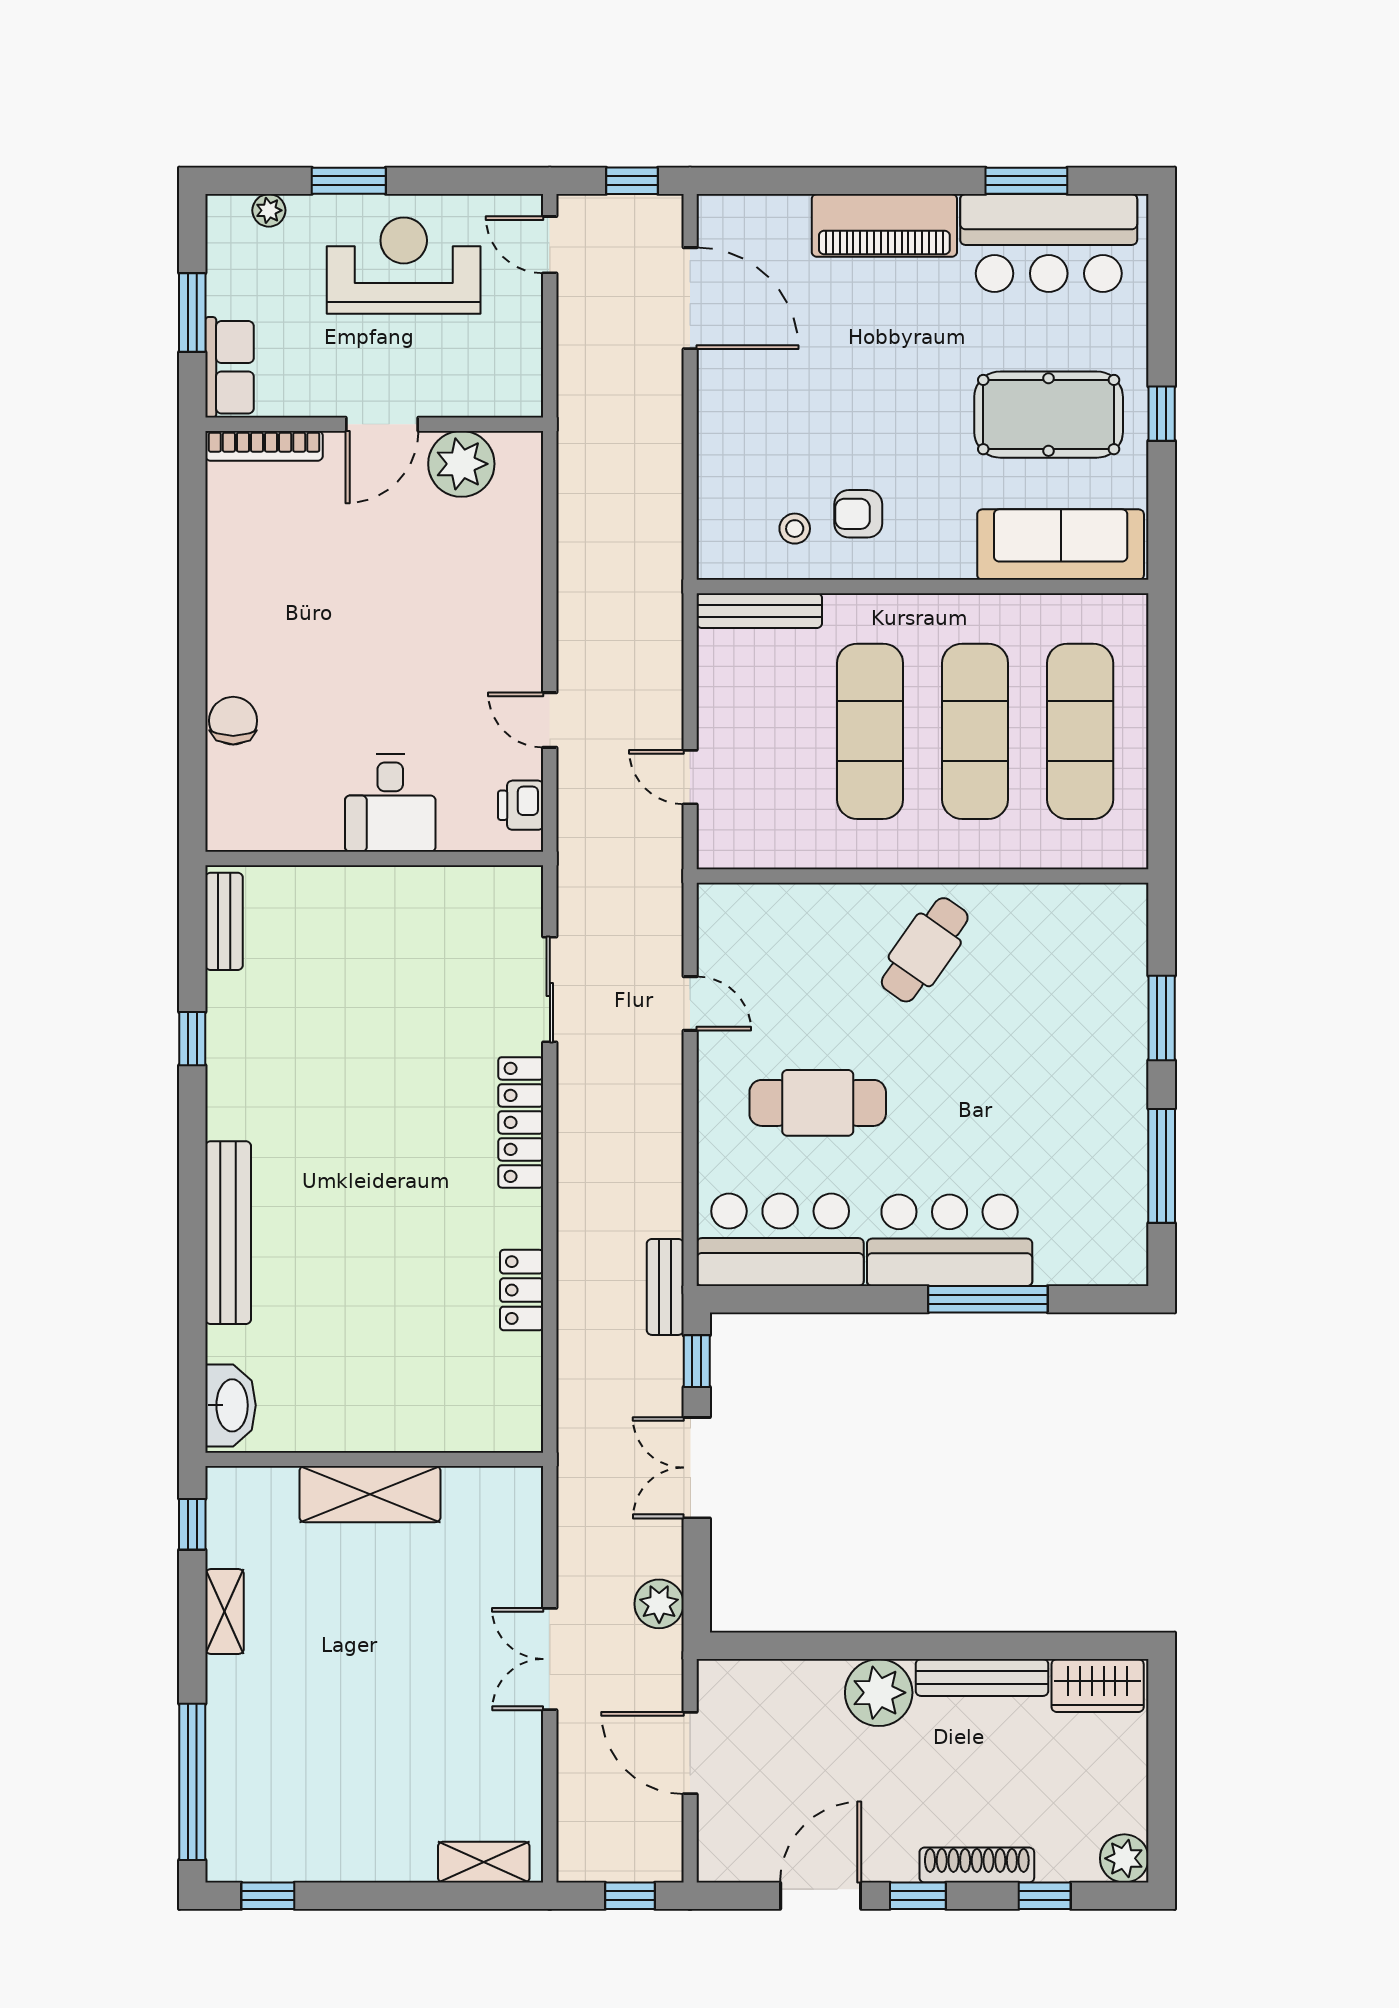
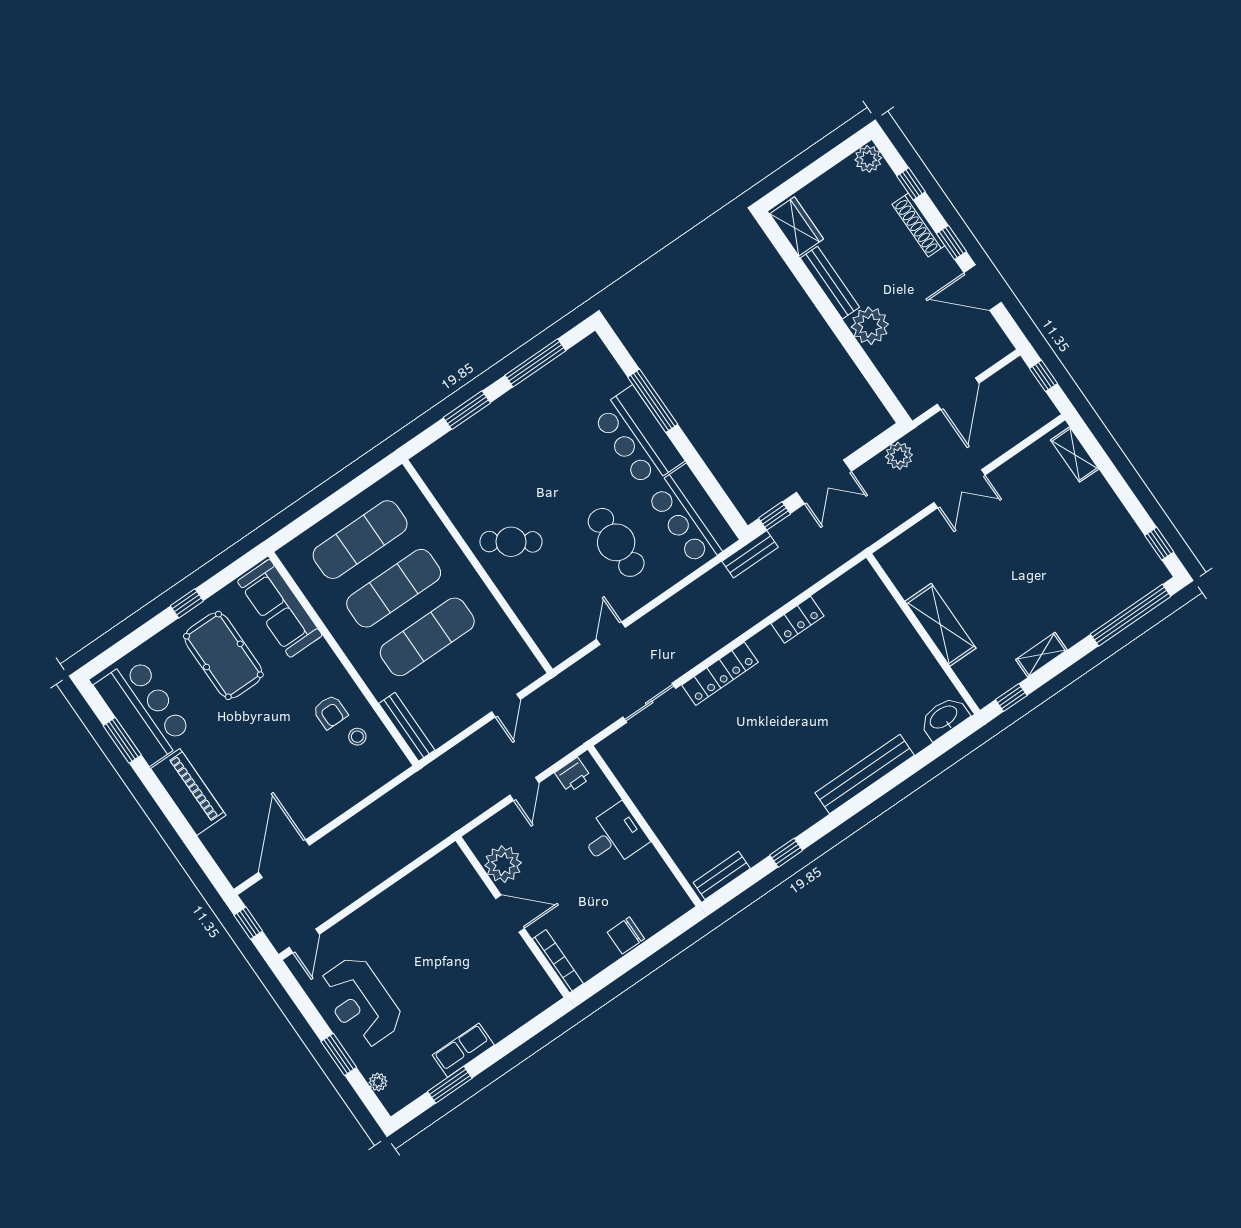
wall: (374, 424) -> (513, 917), moved
door: (382, 424) -> (510, 914), moved
bookcase: (264, 446) -> (558, 961), moved
plant: (461, 464) -> (503, 864), moved

